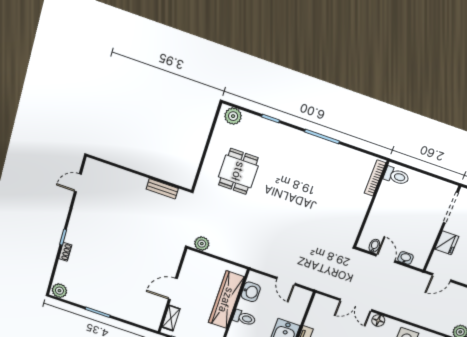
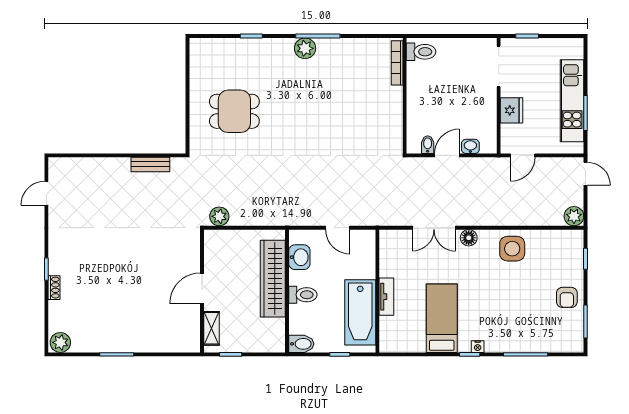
plant: (233, 116) -> (305, 48), moved
dining table: (238, 171) -> (234, 111), turned 90
door: (386, 258) -> (447, 155), hinge flipped

